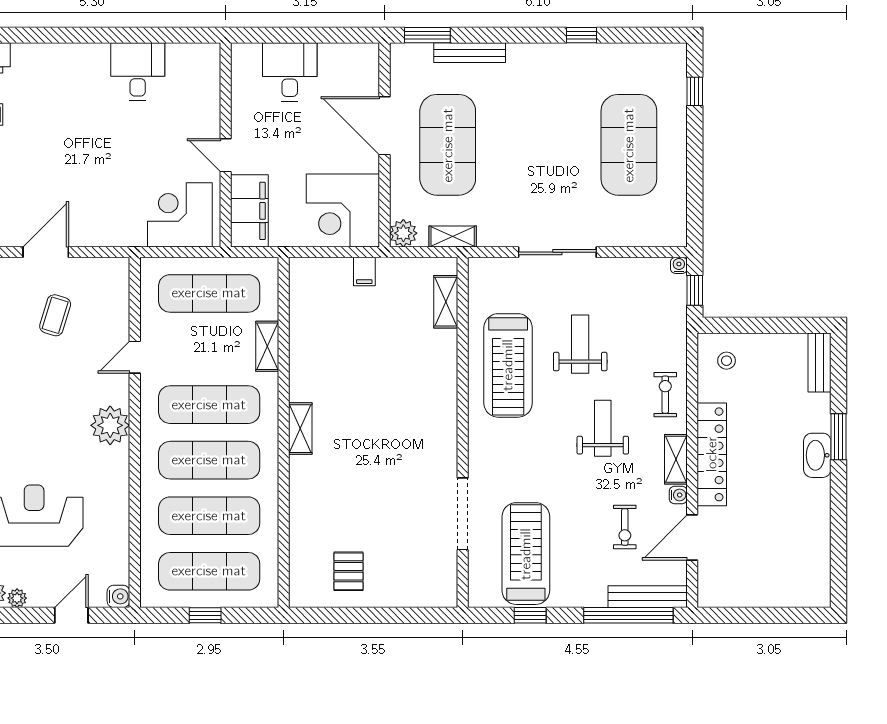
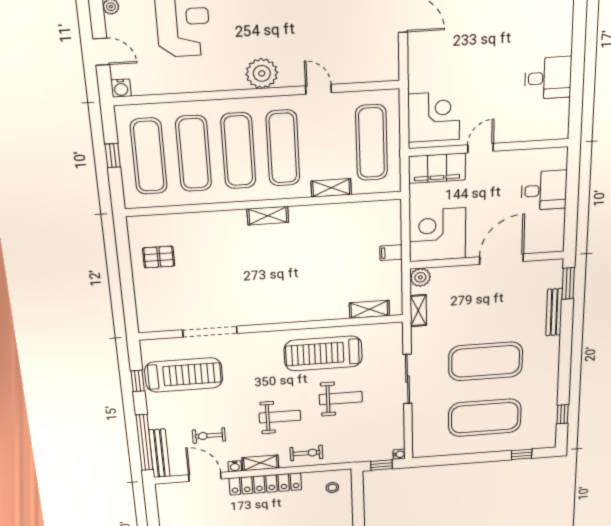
window: (581, 35) -> (563, 414), moved
exercise mat: (448, 145) -> (486, 361), moved
coffee table: (55, 315) -> (351, 24), removed

